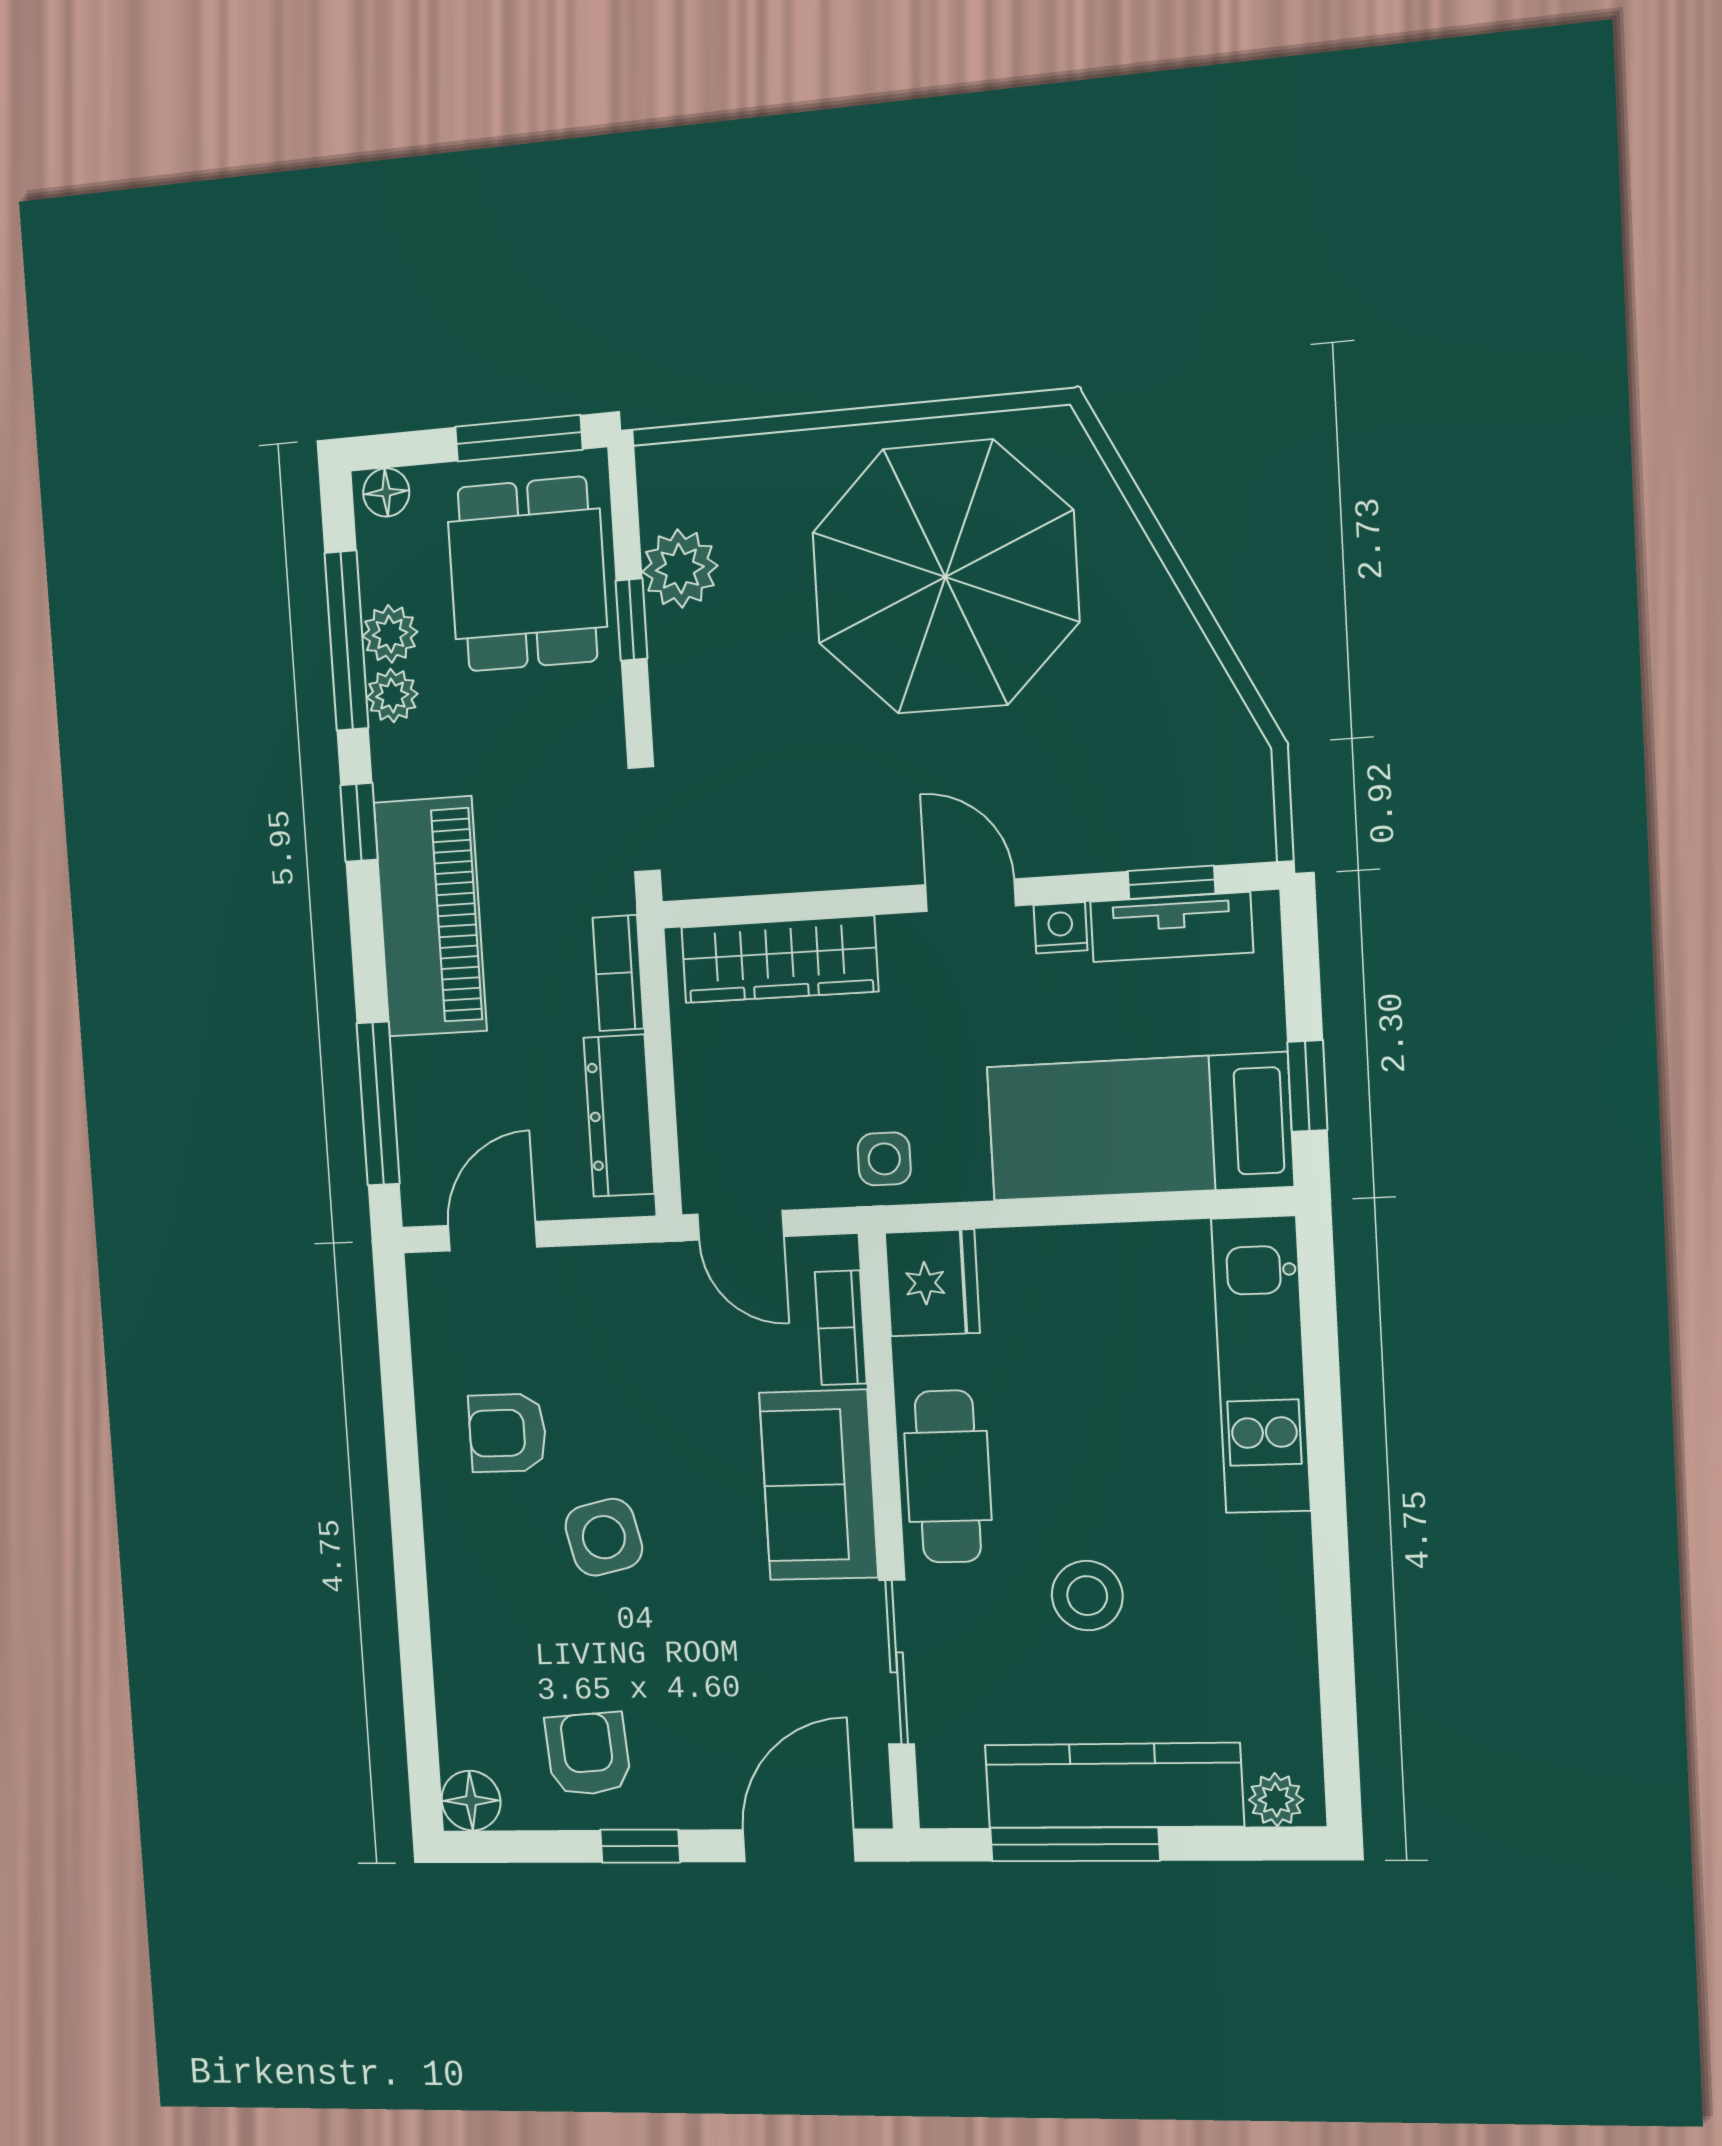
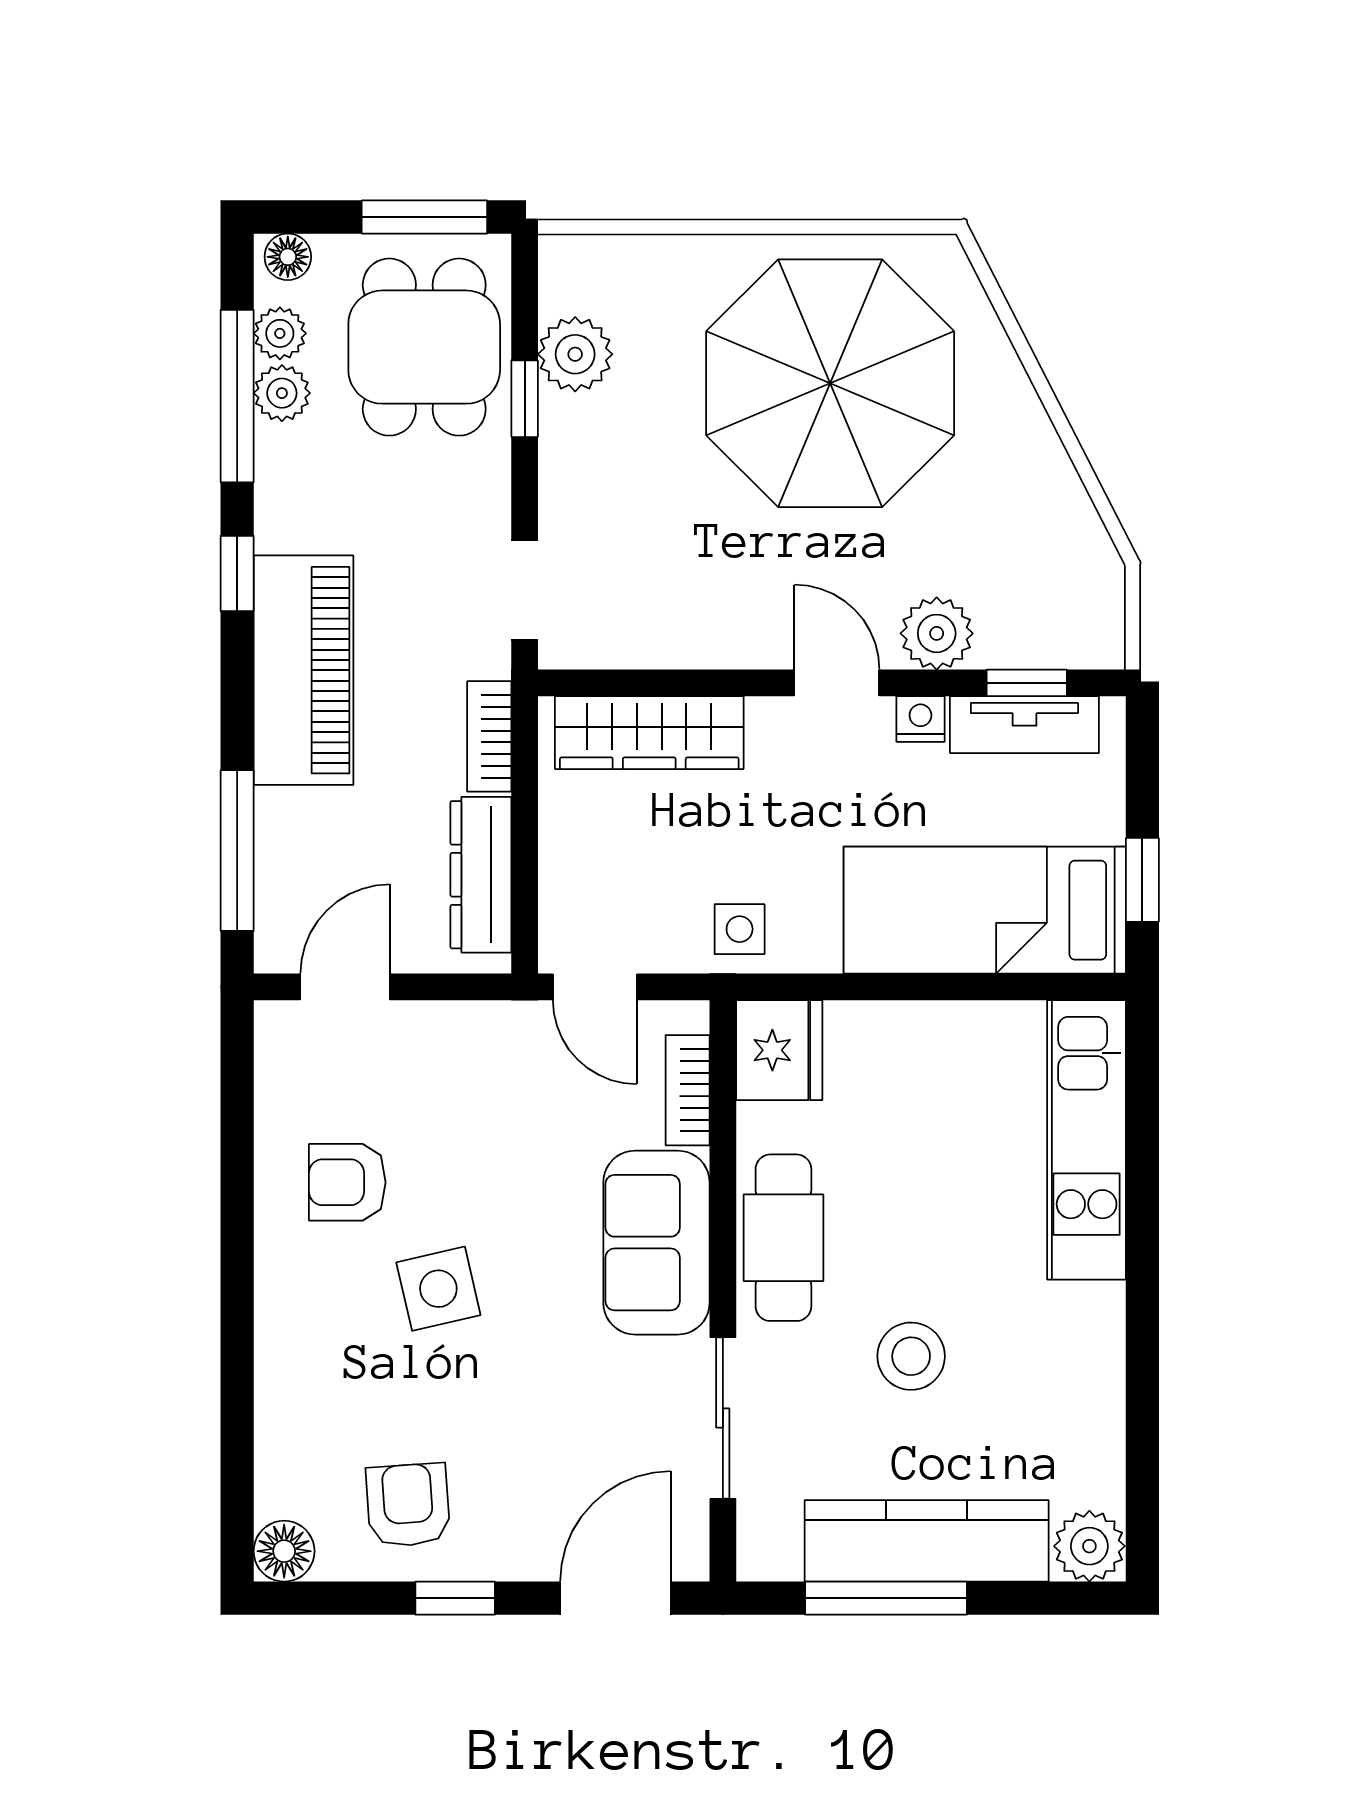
plant: (392, 696) -> (280, 333), moved
plant: (1073, 836) -> (937, 633), added
plant: (1276, 1800) -> (1089, 1546), width x1.38, depth x1.38

